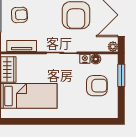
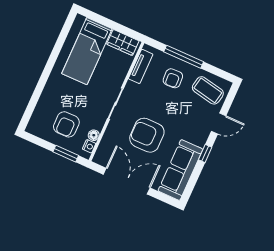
plant: (113, 47) -> (99, 158), removed
nightstand: (85, 59) -> (89, 146), moved

